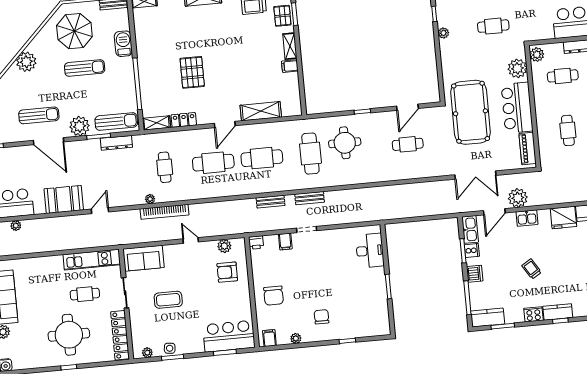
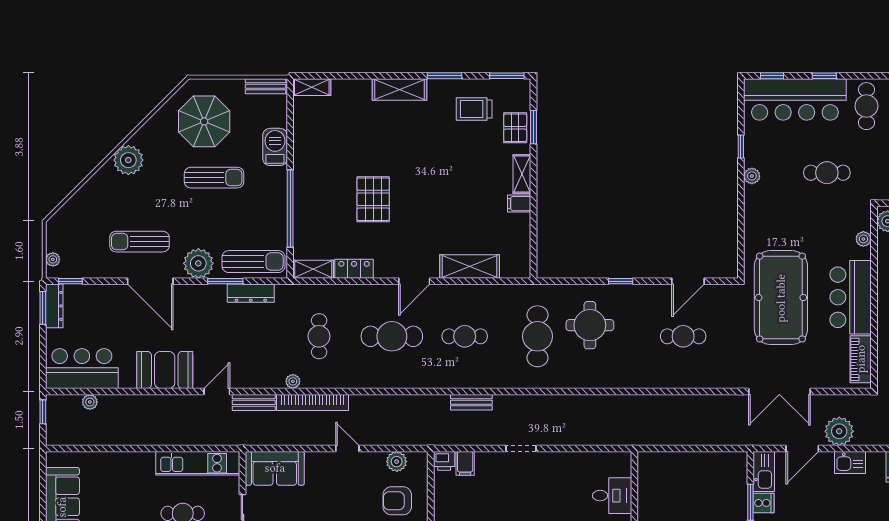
plant: (517, 68) -> (863, 239), width x0.53, depth x0.53
sun lounger: (39, 115) -> (139, 242), turned 180
cafe table: (262, 158) -> (465, 336), width x0.73, depth x0.74
bench: (310, 198) -> (254, 402), moved
filing cabinet: (285, 241) -> (465, 463), moved
desk: (370, 251) -> (612, 496), width x0.73

